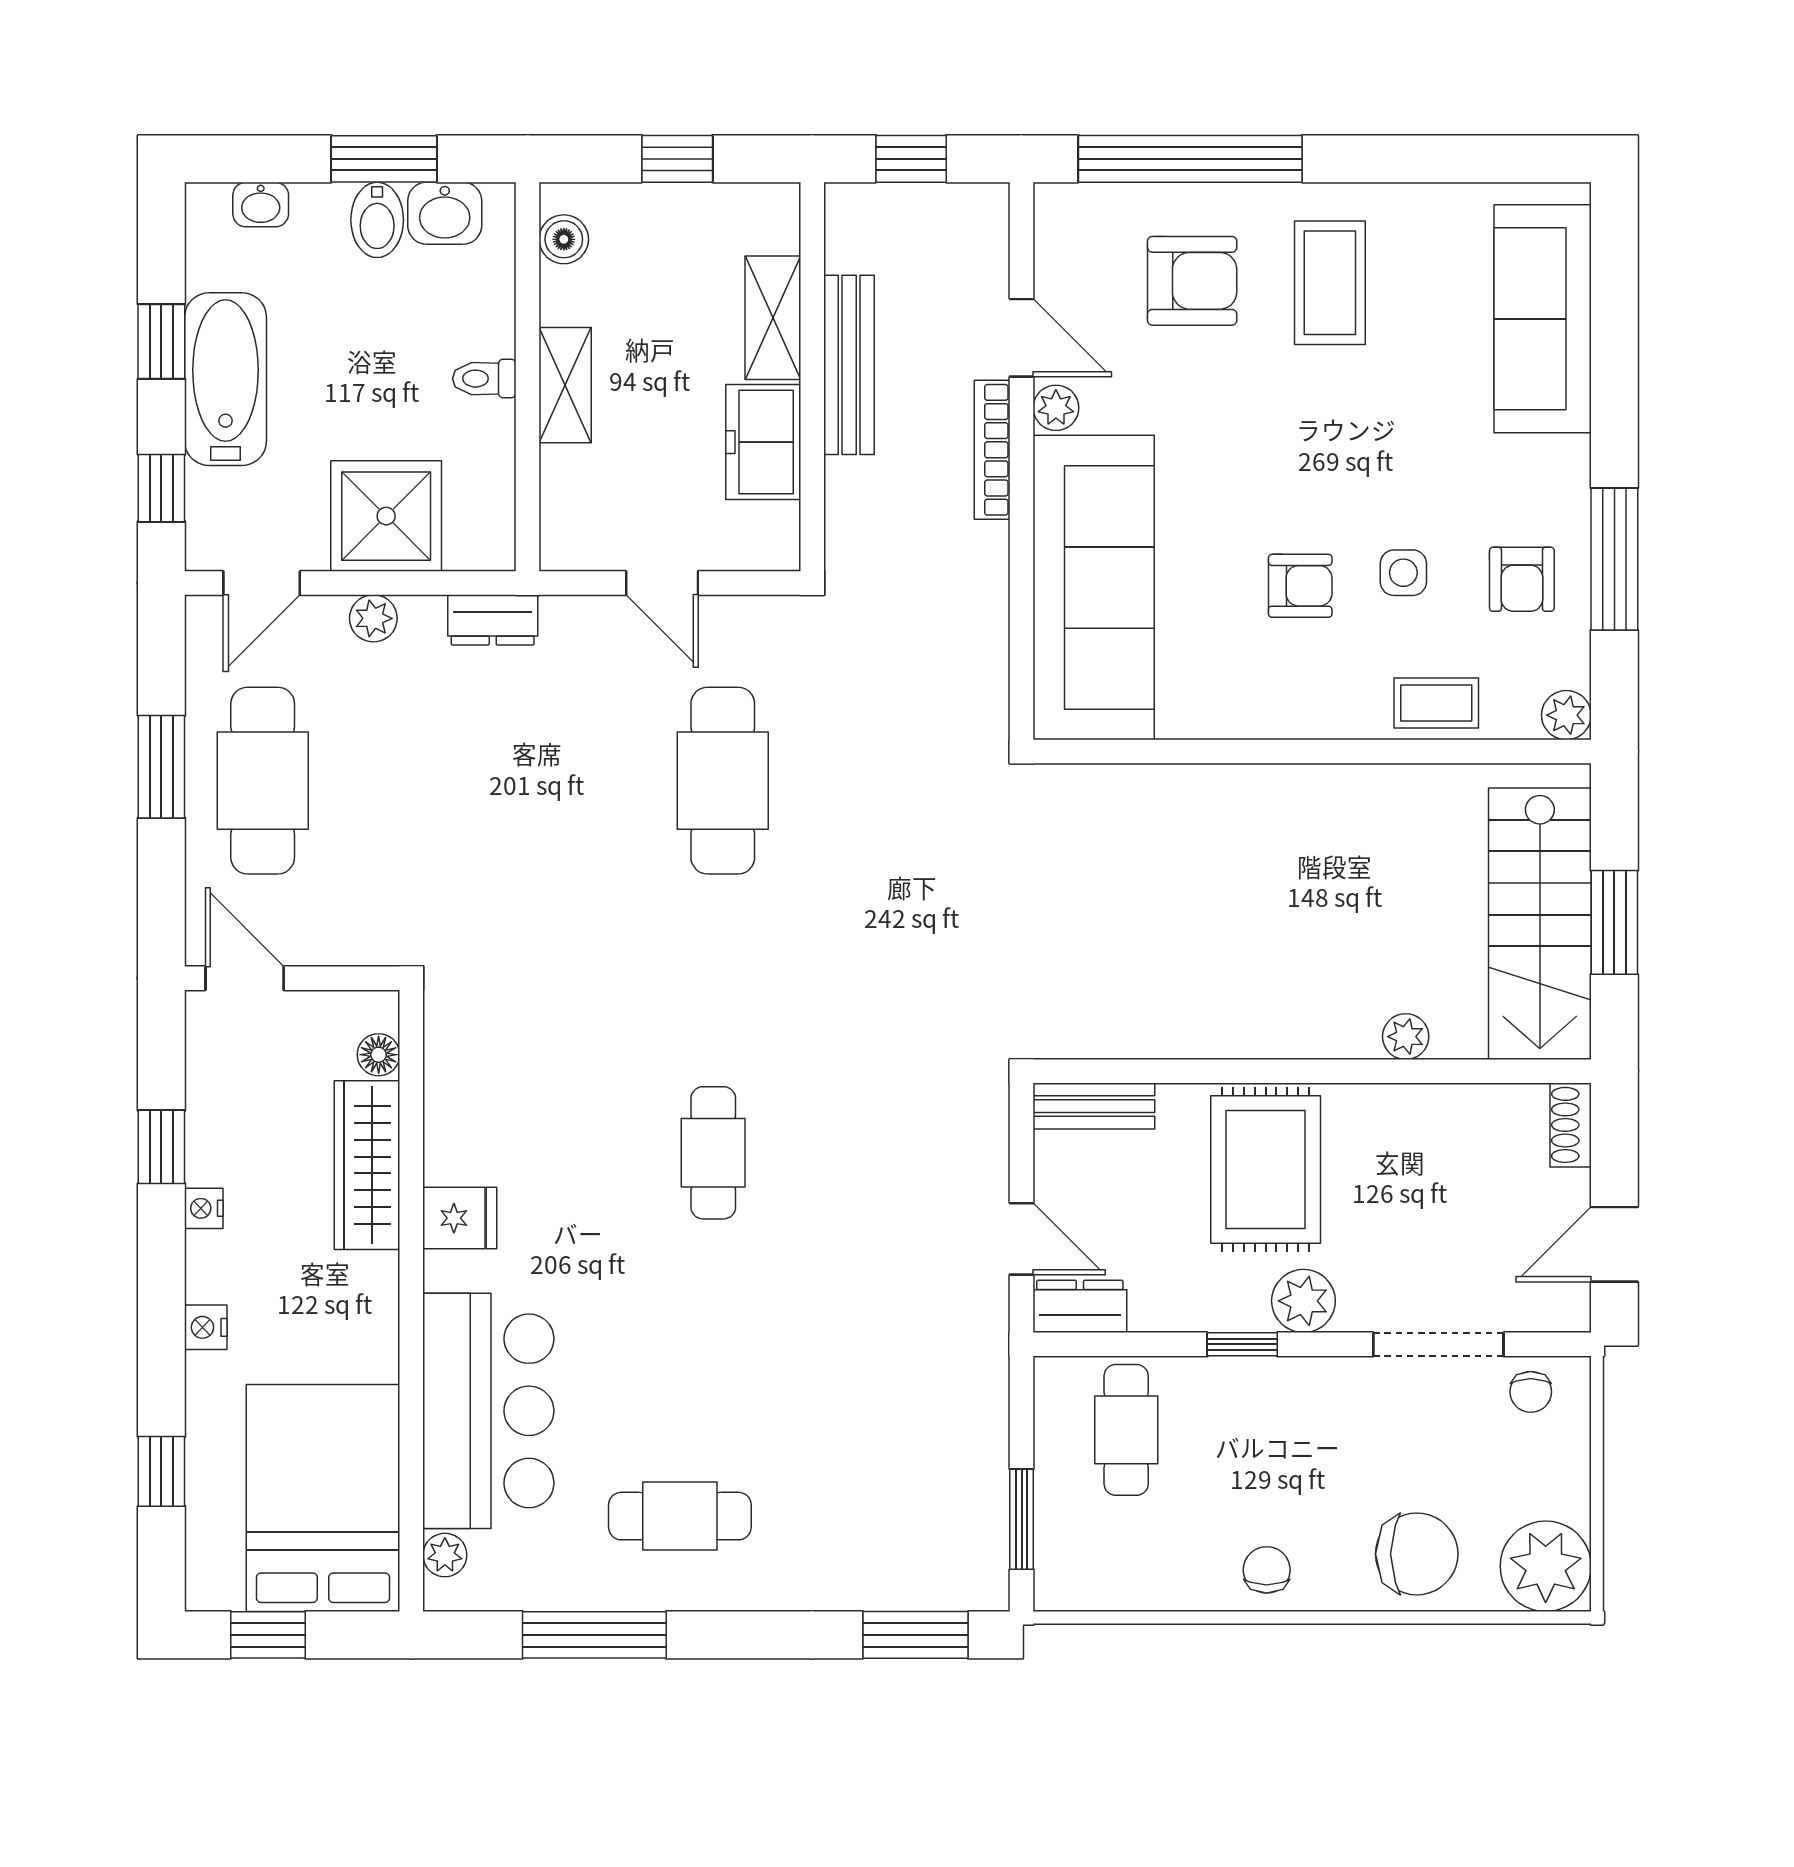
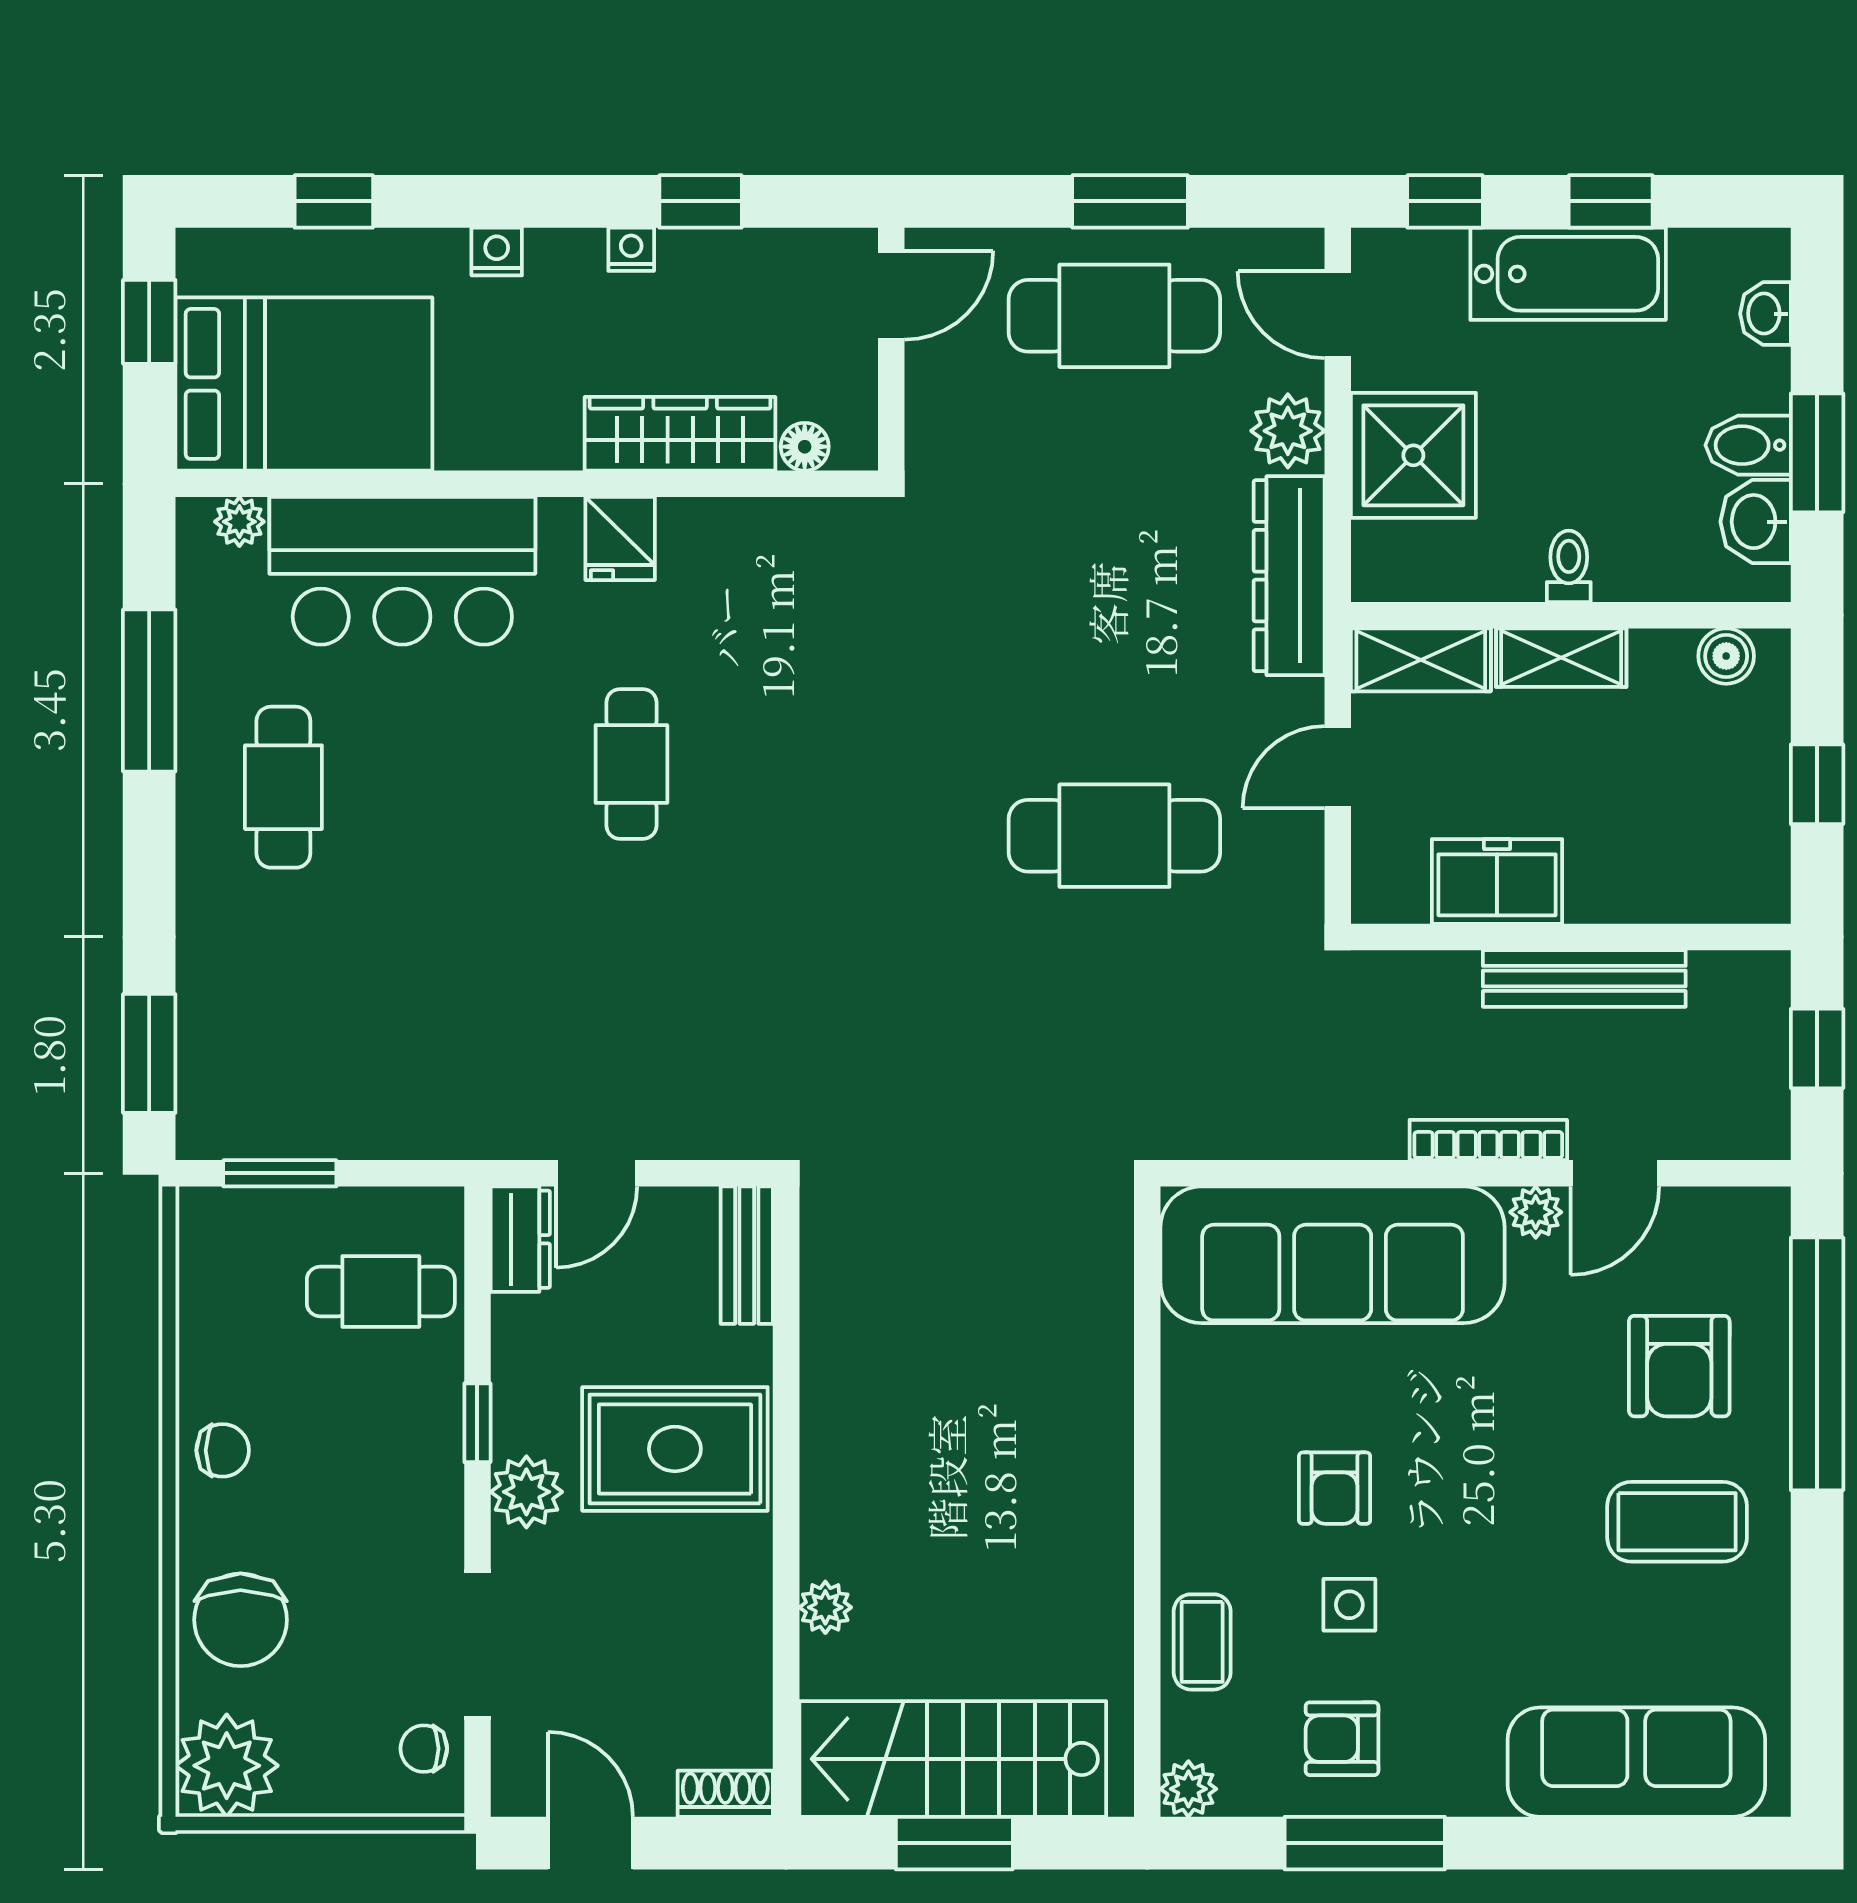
shelving: (773, 318) -> (1421, 660), moved
plant: (373, 618) -> (1288, 431), width x1.38, depth x1.38
dresser: (493, 620) -> (1289, 576), width x1.96, depth x1.24
cafe table: (713, 1153) -> (631, 764), moved, turned 90

